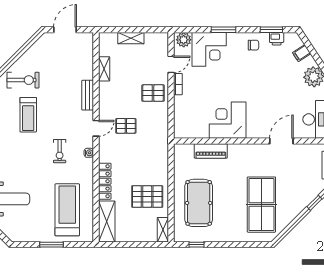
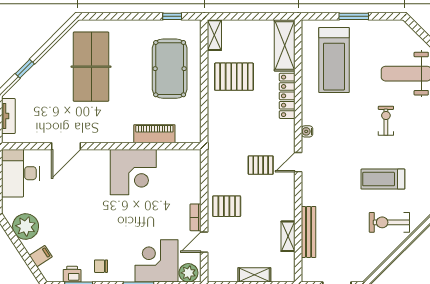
bench: (88, 95) -> (309, 232), moved, width x1.36
treadmill: (28, 115) -> (383, 179), turned -90
exercise bike: (60, 151) -> (386, 121), moved

